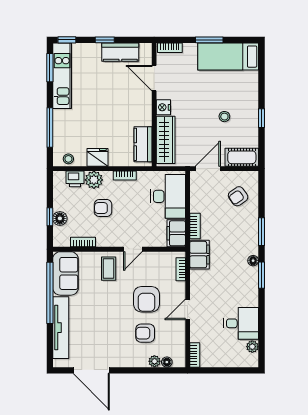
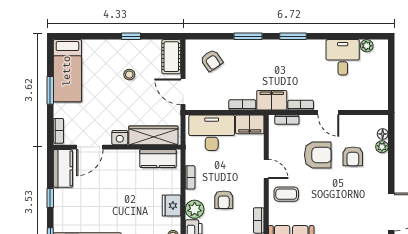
kitchen counter: (120, 52) -> (63, 168), moved
floor lamp: (253, 261) -> (278, 45), removed
bookcase: (195, 355) -> (301, 105), moved

